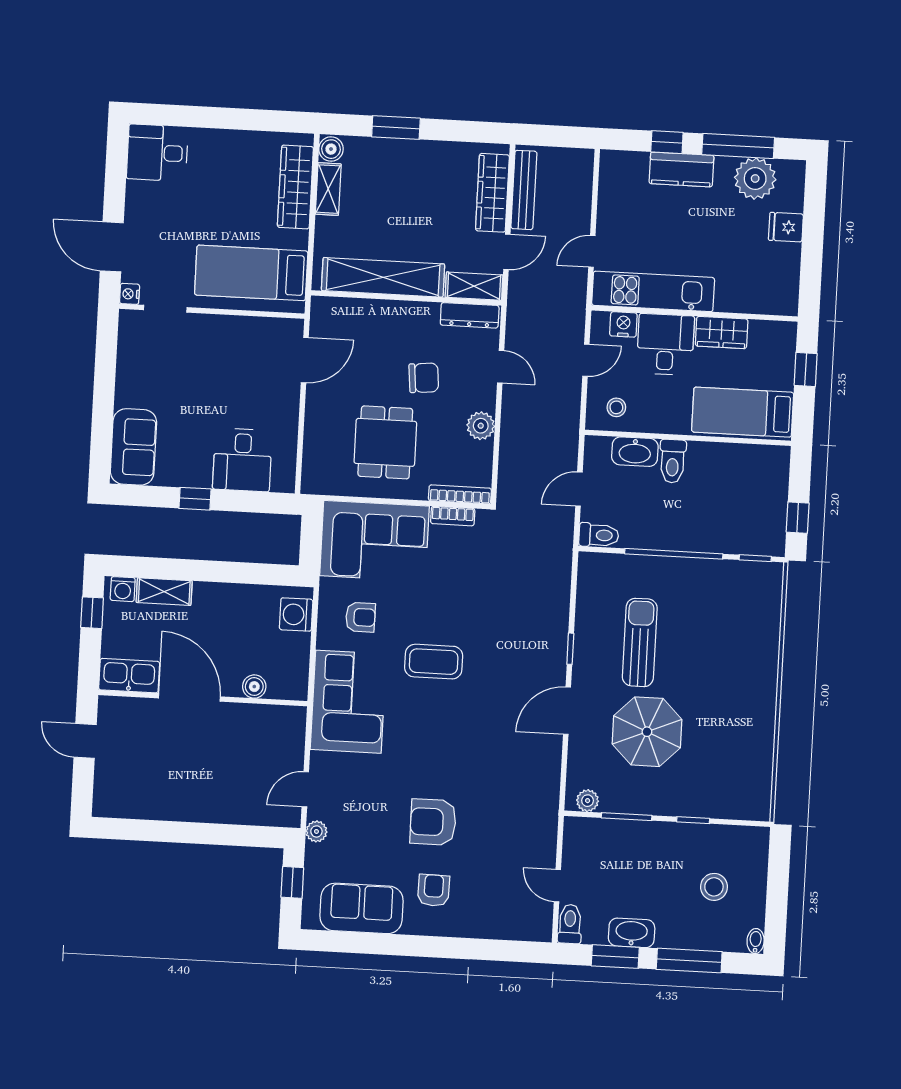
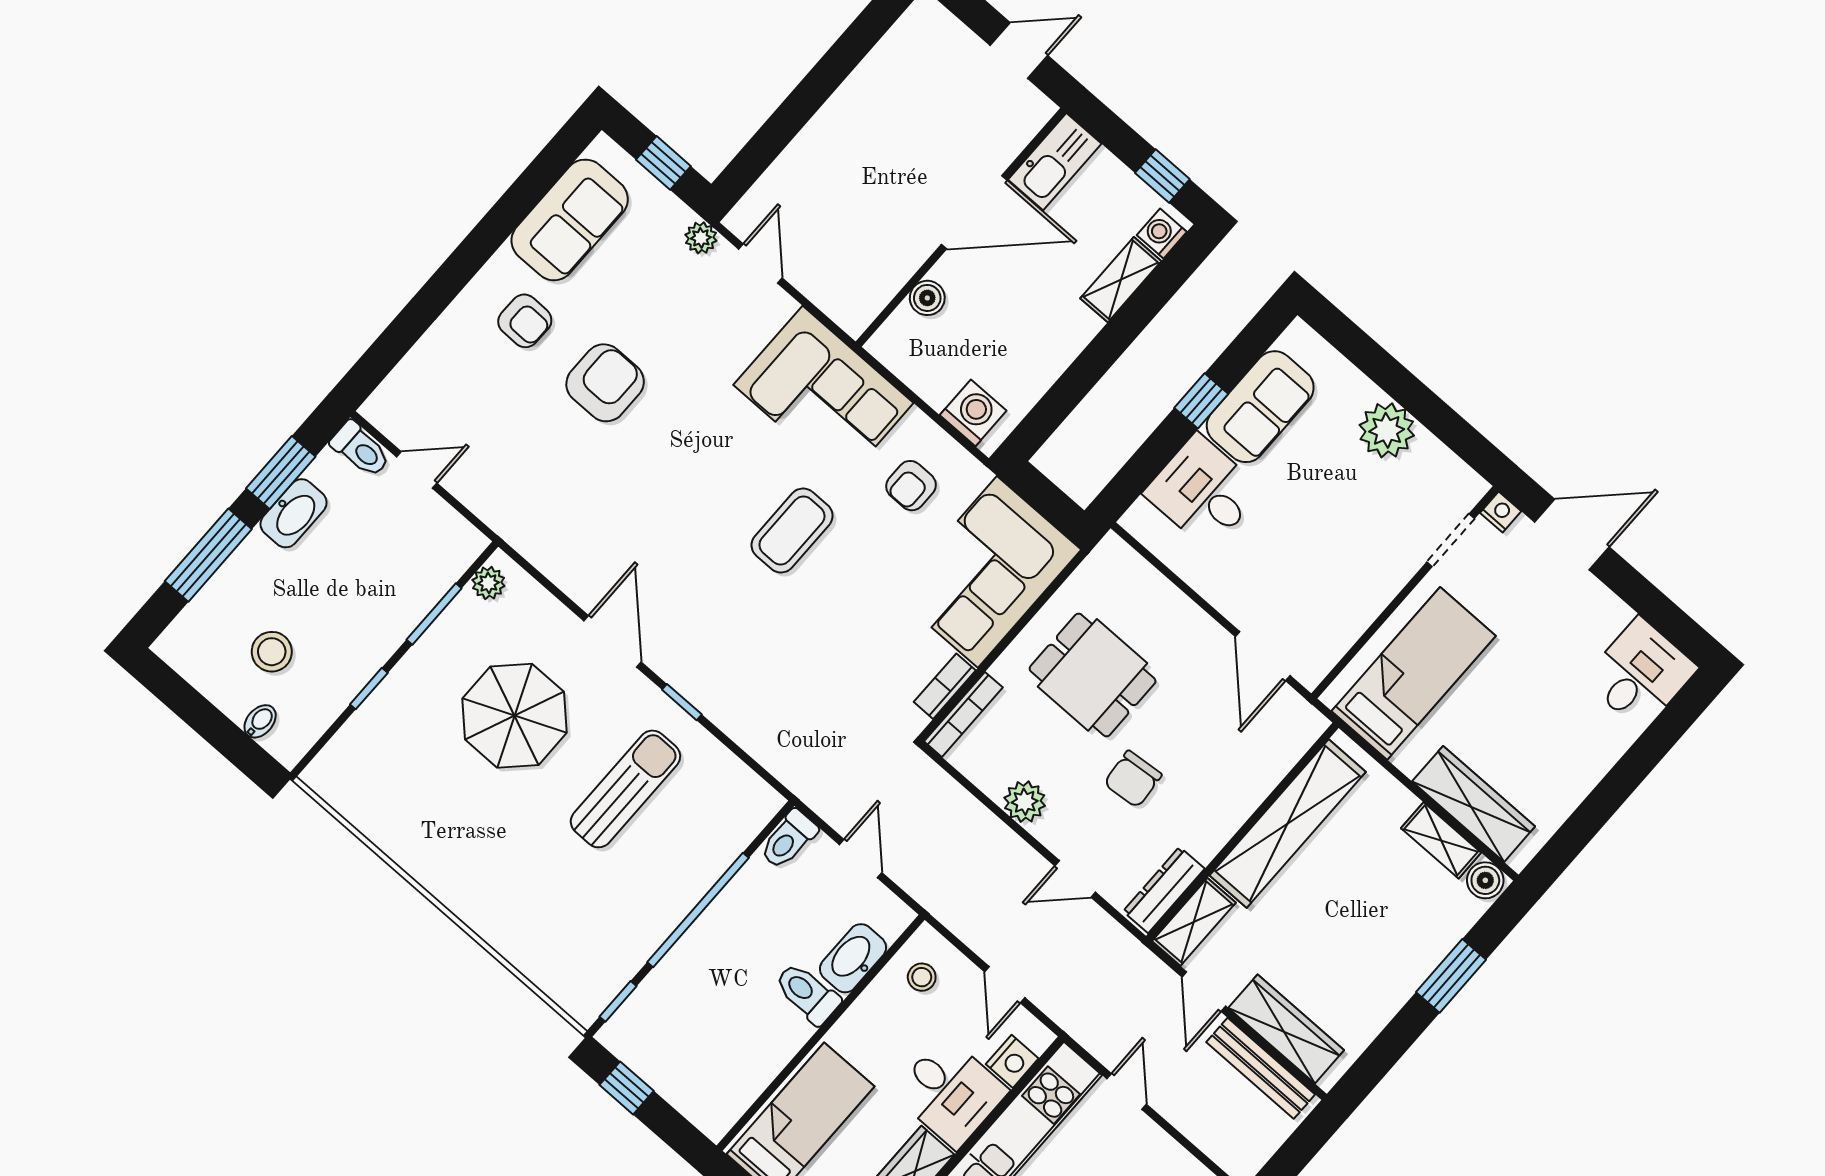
plant: (134, 388) -> (1387, 430), added
sofa: (133, 447) -> (1260, 407), moved, turned -90
sun lounger: (640, 642) -> (625, 789), turned -90
bidet: (756, 941) -> (260, 721), moved, turned -90

